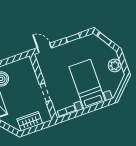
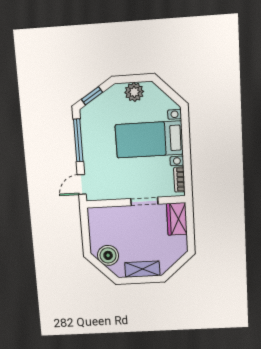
window: (73, 38) -> (78, 140), width x2.17
wardrobe: (30, 121) -> (177, 219), moved

